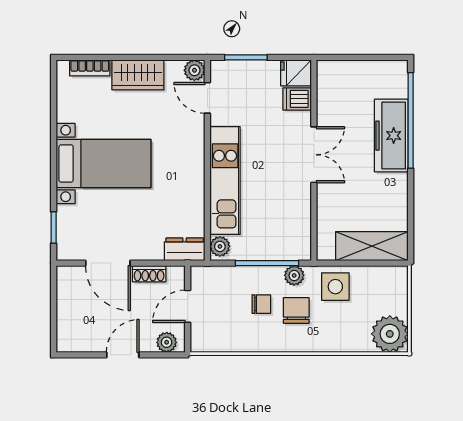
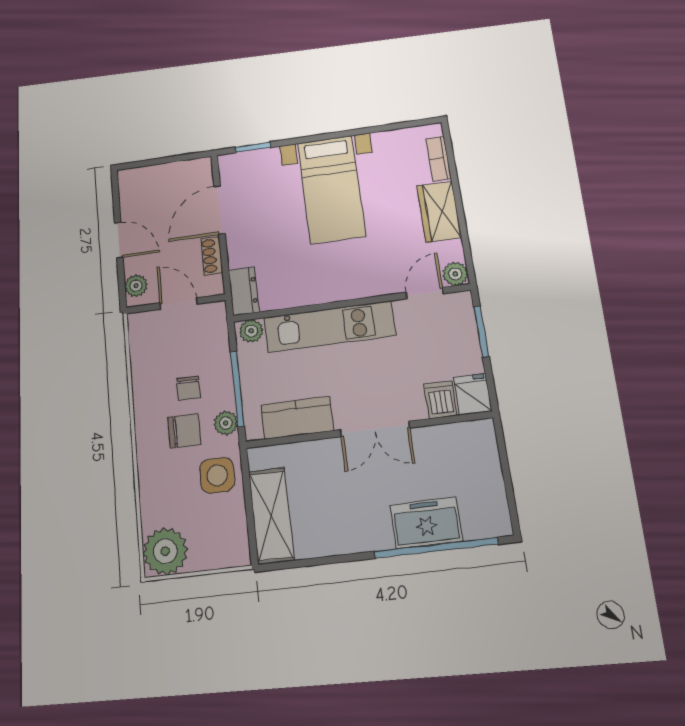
freezer: (391, 136) -> (426, 523), width x0.71
kitchen counter: (297, 216) -> (297, 418), added

